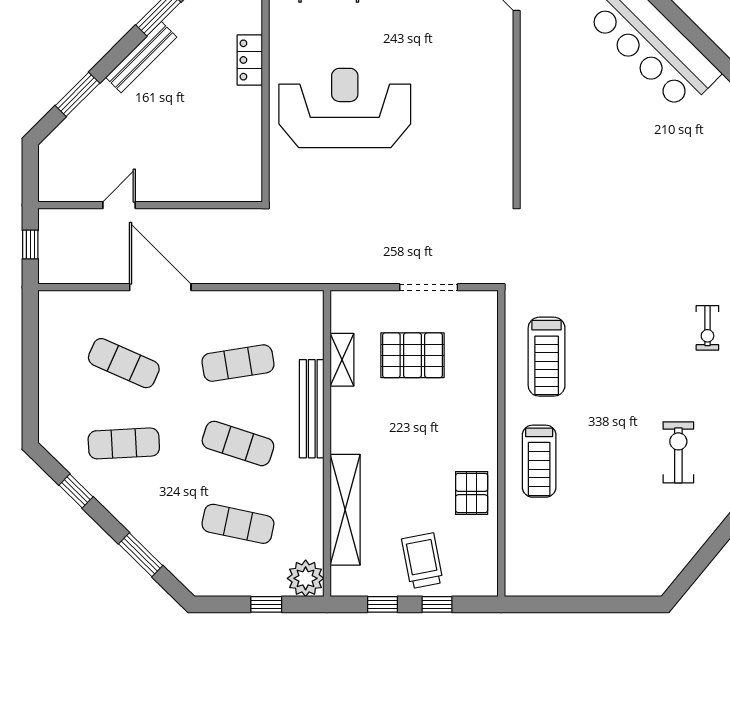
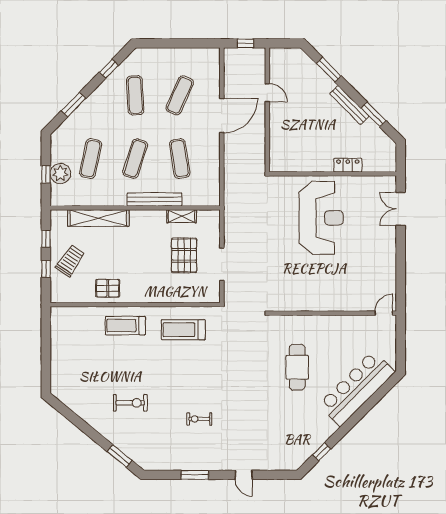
cafe table: (614, 151) -> (297, 367), added
trolley: (422, 561) -> (70, 261), turned -45
plant: (306, 578) -> (60, 173), moved

